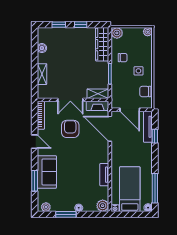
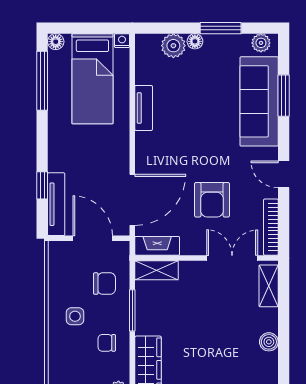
boiler: (42, 48) -> (269, 342), moved
shelving: (42, 74) -> (269, 286), moved
chair: (145, 92) -> (104, 284), moved
double door: (70, 100) -> (232, 258), moved
door: (110, 129) -> (132, 200), hinge flipped
sofa: (47, 172) -> (259, 101), width x1.36
plant: (103, 206) -> (173, 46), moved

